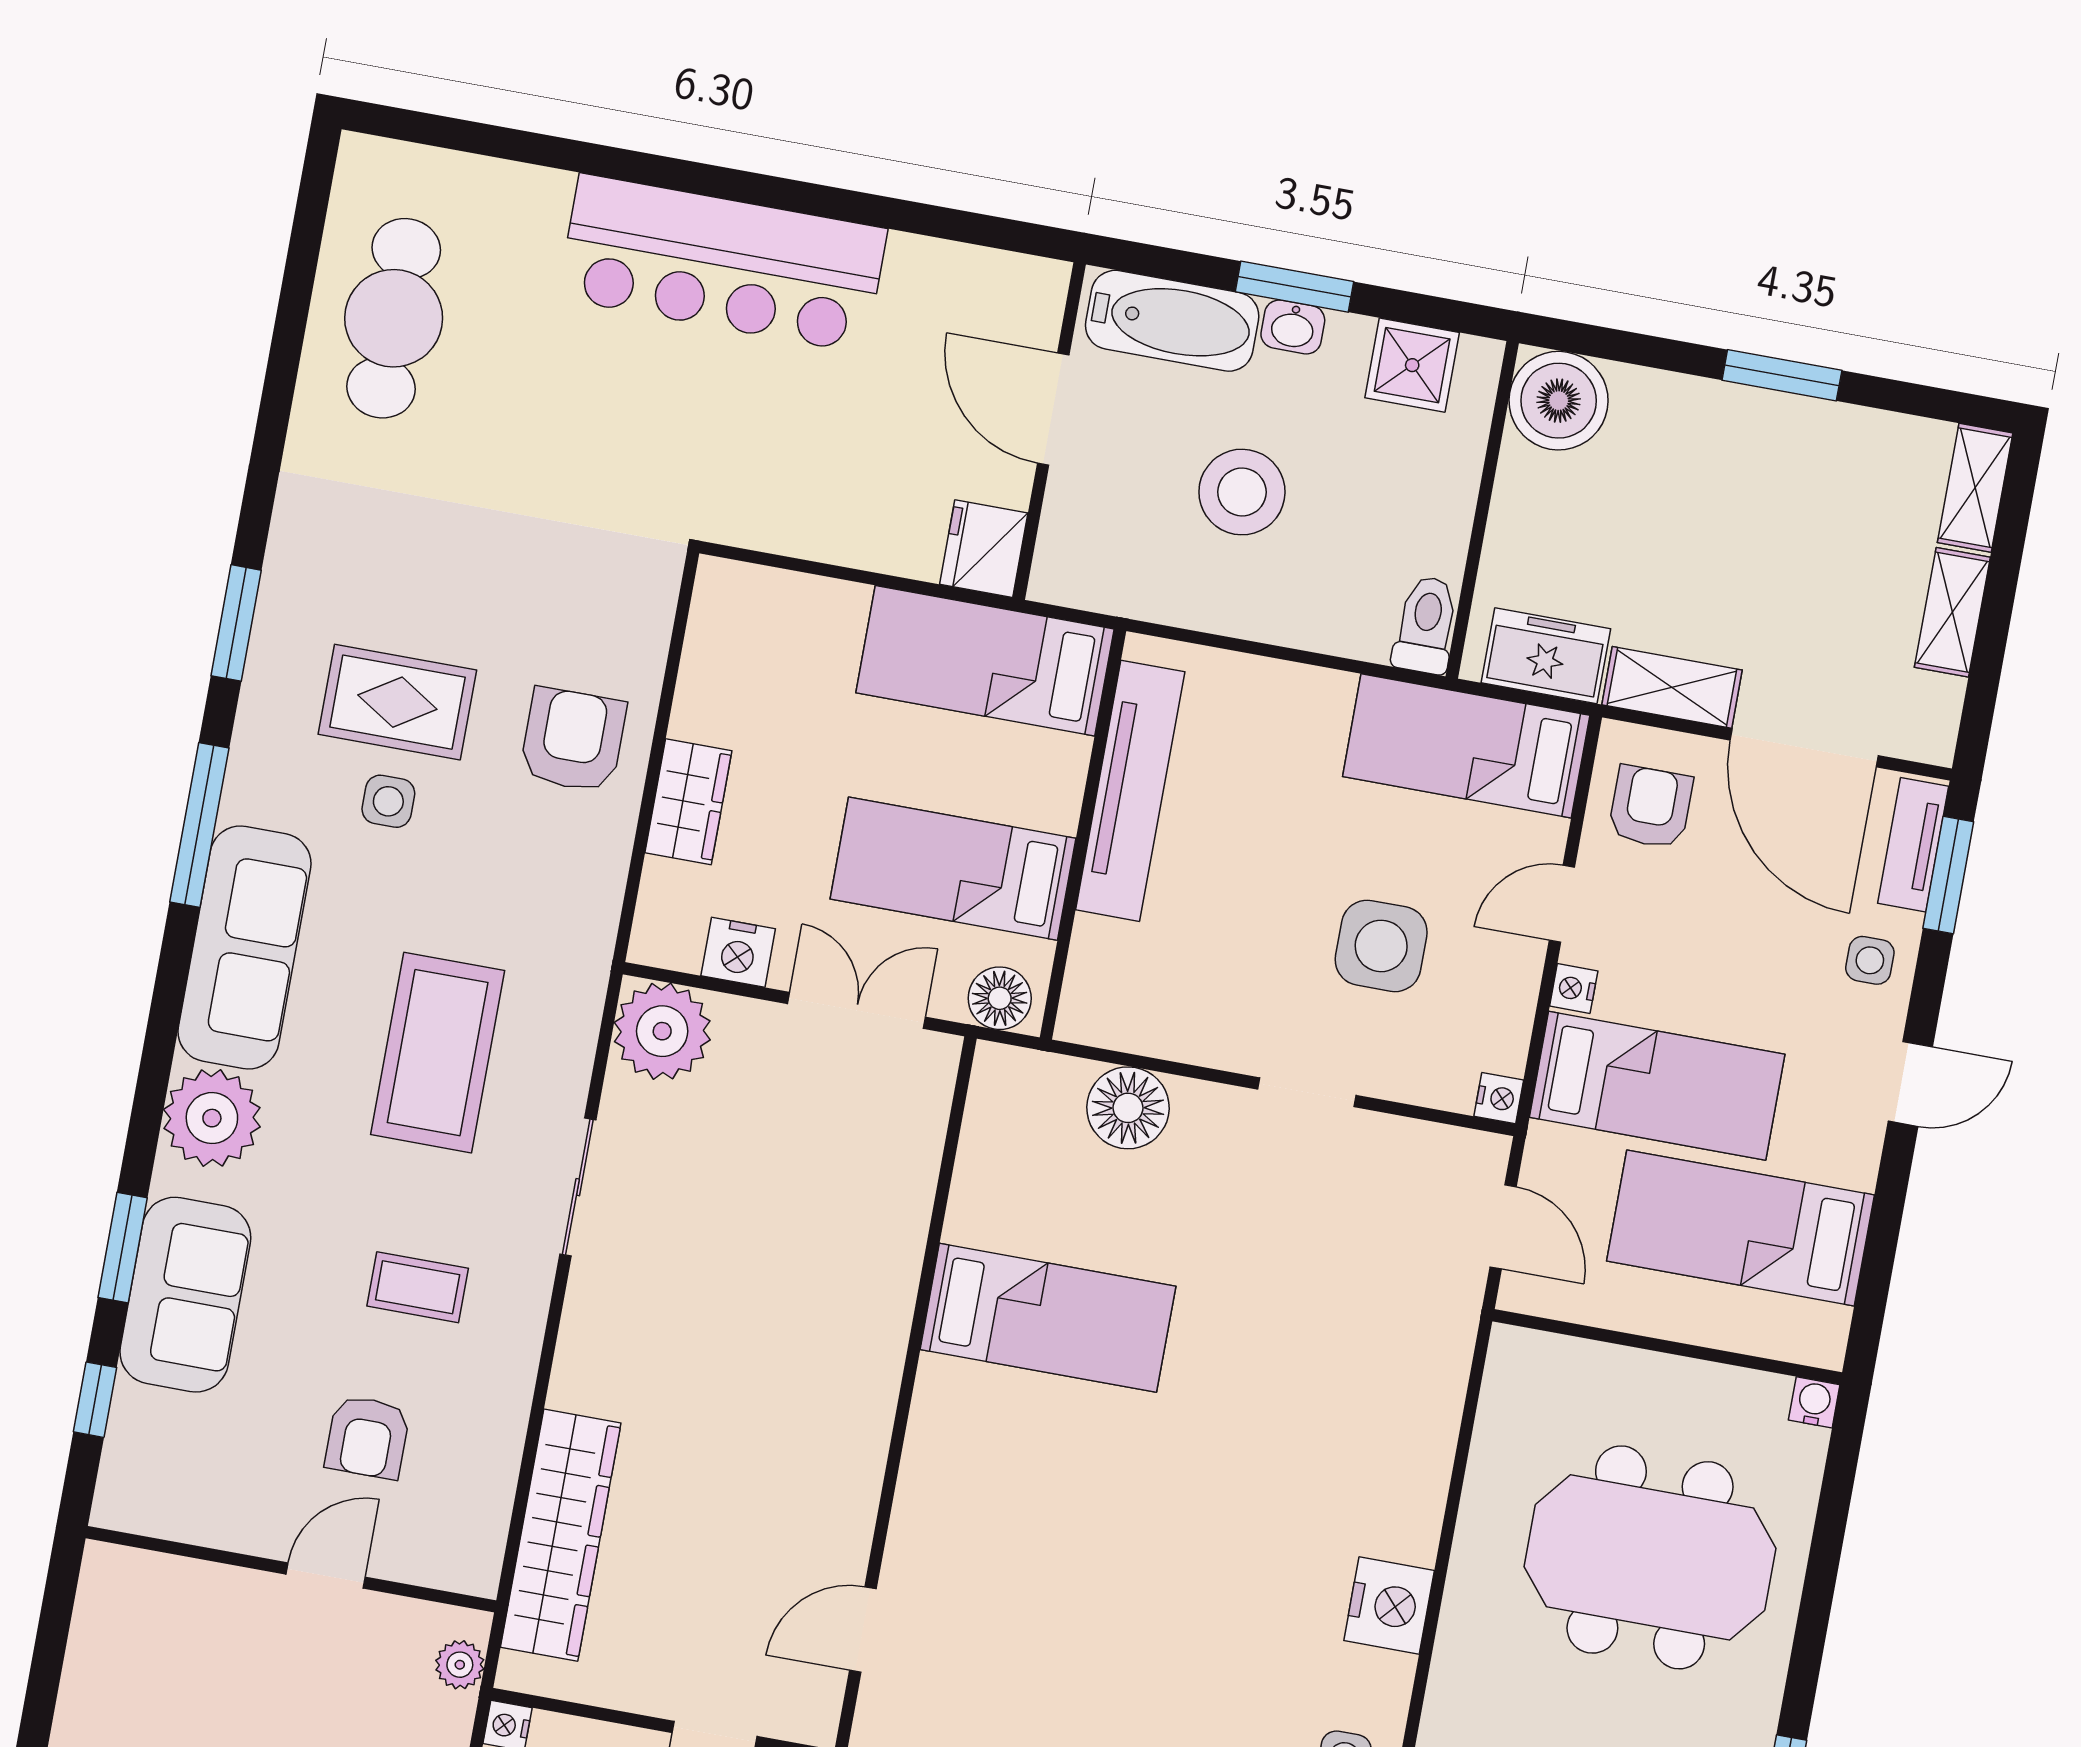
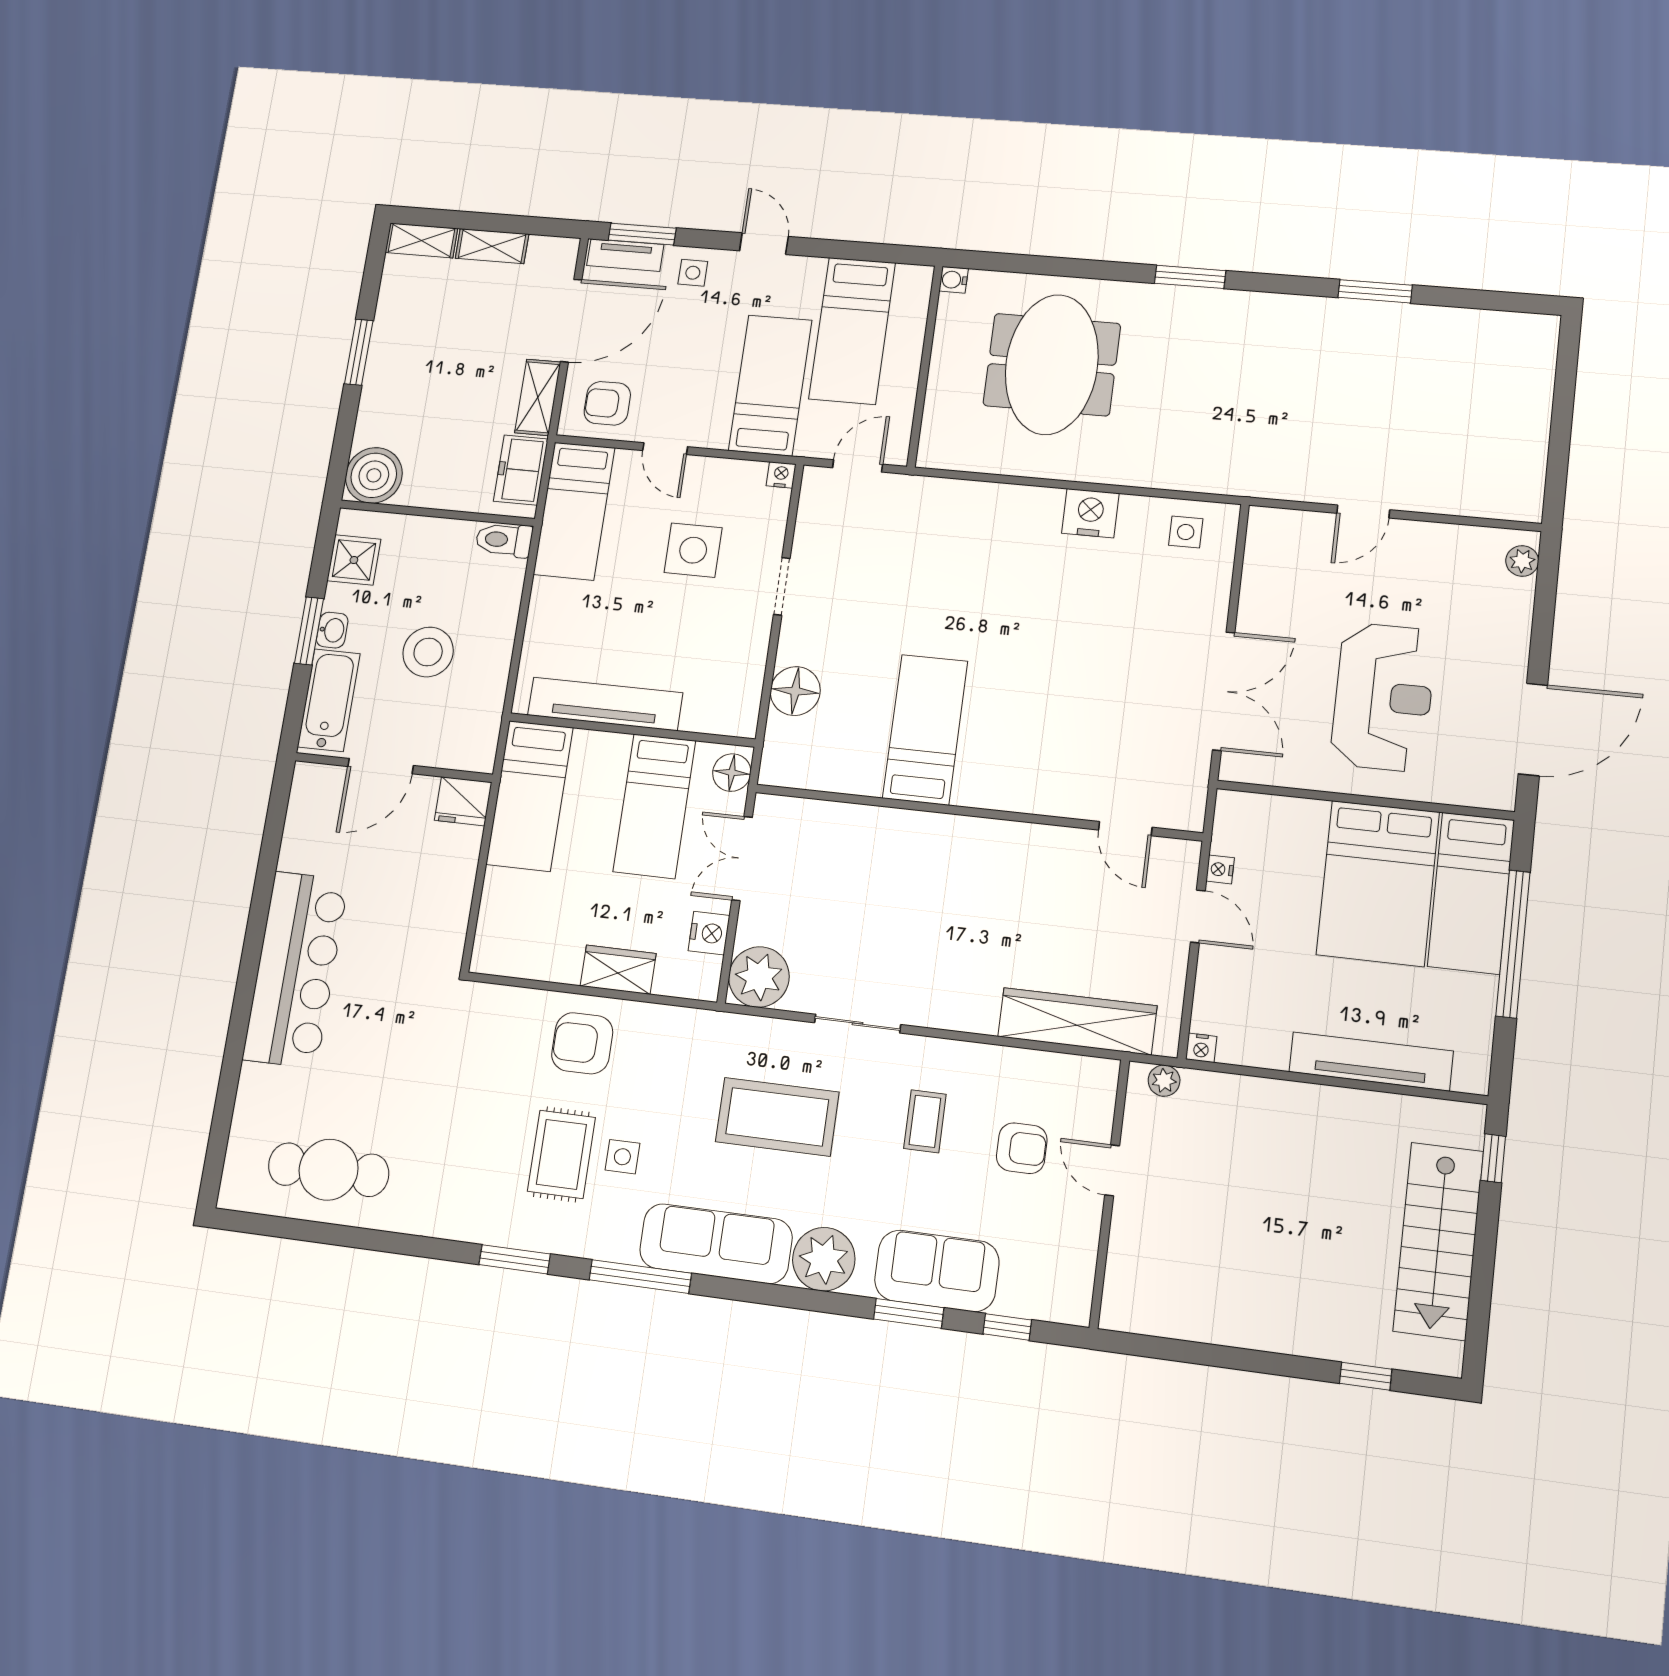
nightstand: (1574, 989) -> (715, 438), removed

